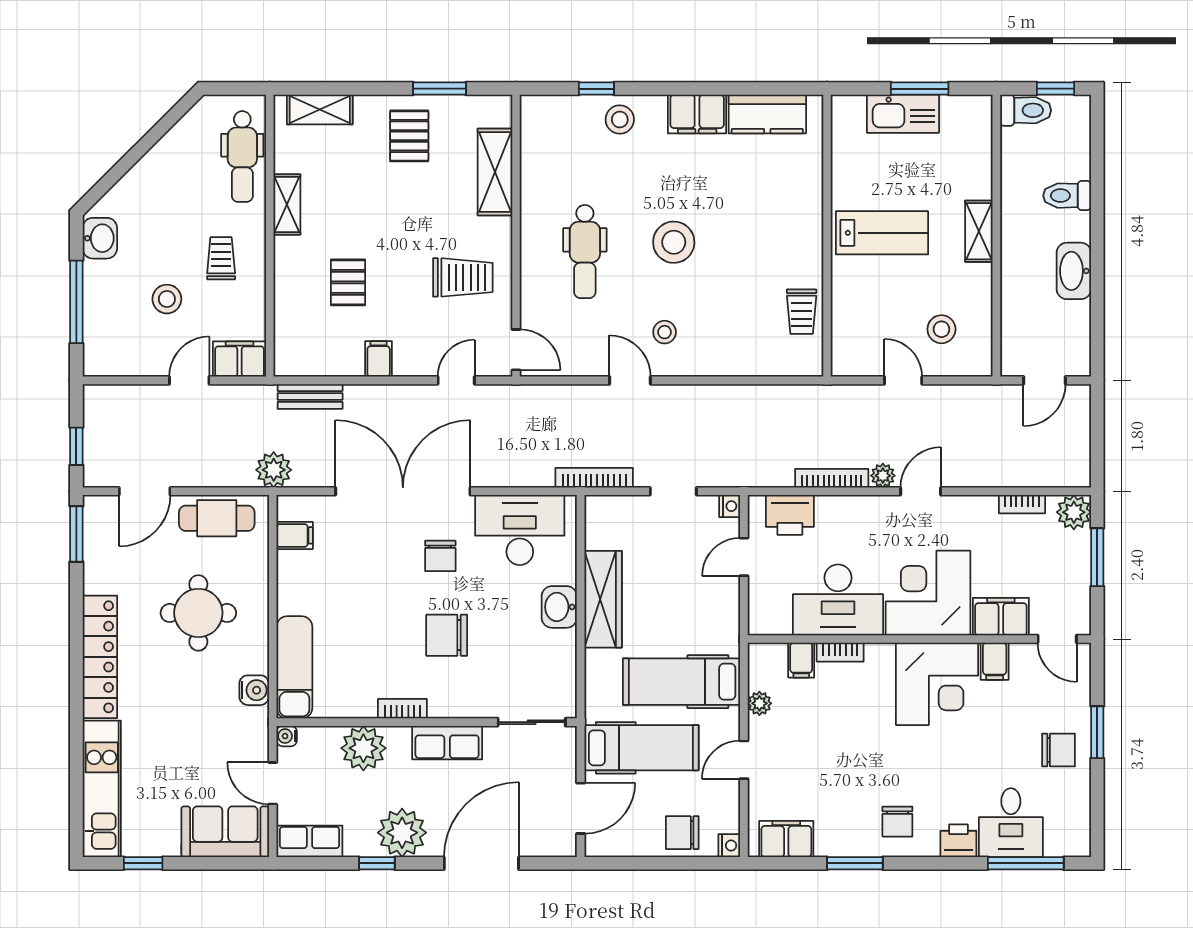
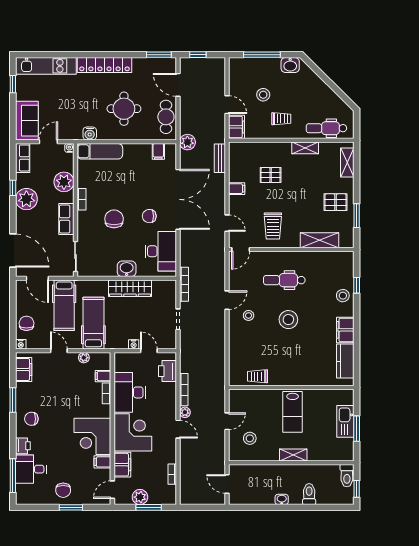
washbasin: (1074, 271) -> (282, 499), width x0.52, depth x0.69
nightstand: (730, 506) -> (134, 344), moved
plant: (1074, 512) -> (140, 497), moved
door: (481, 863) -> (13, 250), moved

